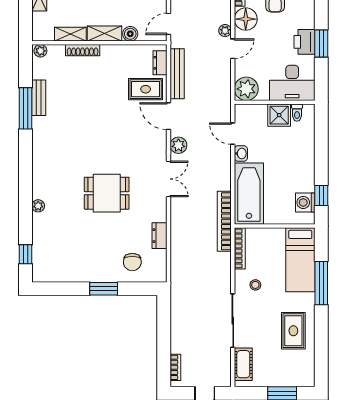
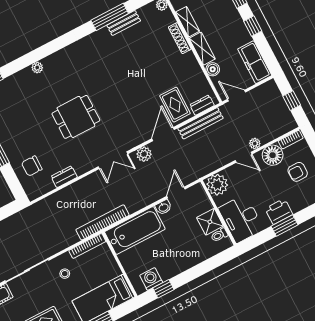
dining table: (107, 193) -> (76, 117), turned 90

